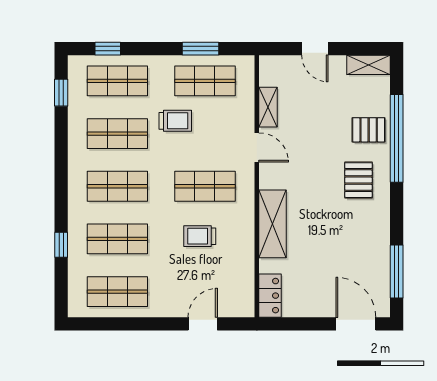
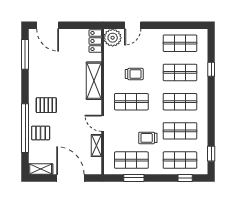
door: (315, 49) -> (70, 178), width x1.87
pallet: (358, 180) -> (46, 105), turned 90
plant: (239, 302) -> (113, 38), added

